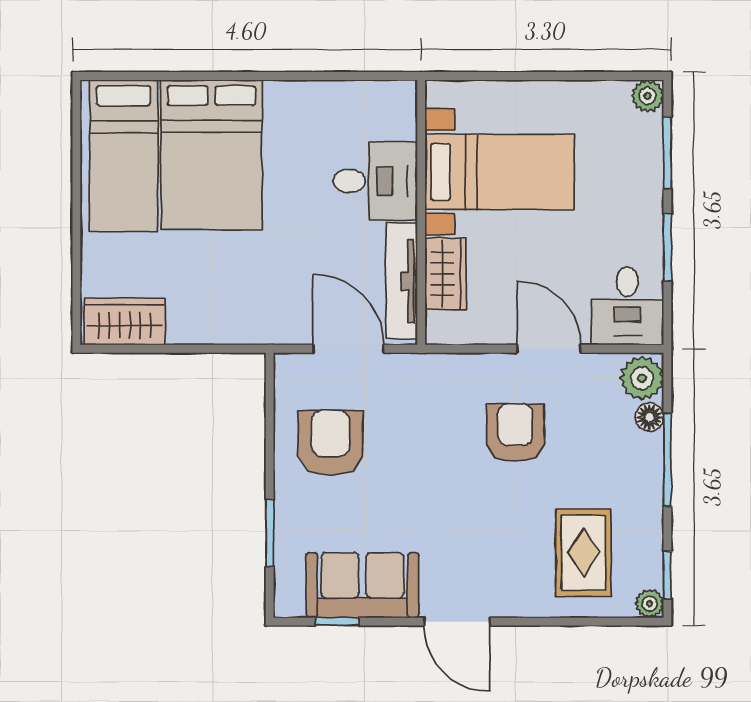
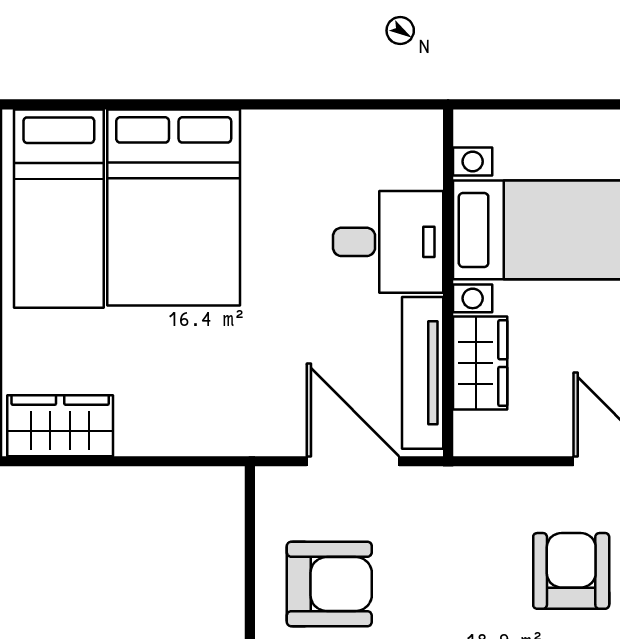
armchair: (330, 443) -> (329, 584), turned 90

